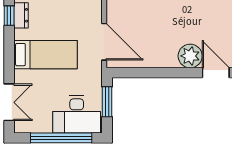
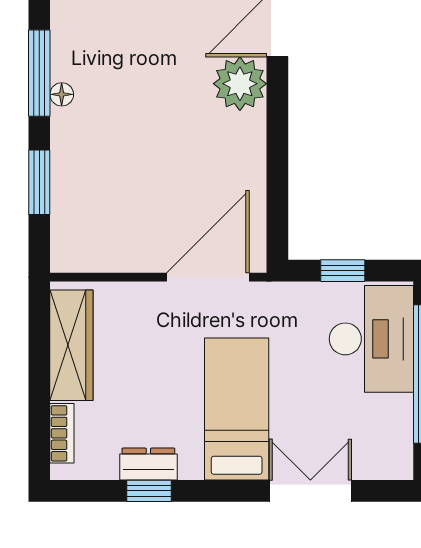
double door: (9, 102) -> (310, 491), moved
window: (107, 102) -> (343, 271), width x0.67

